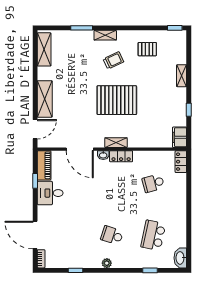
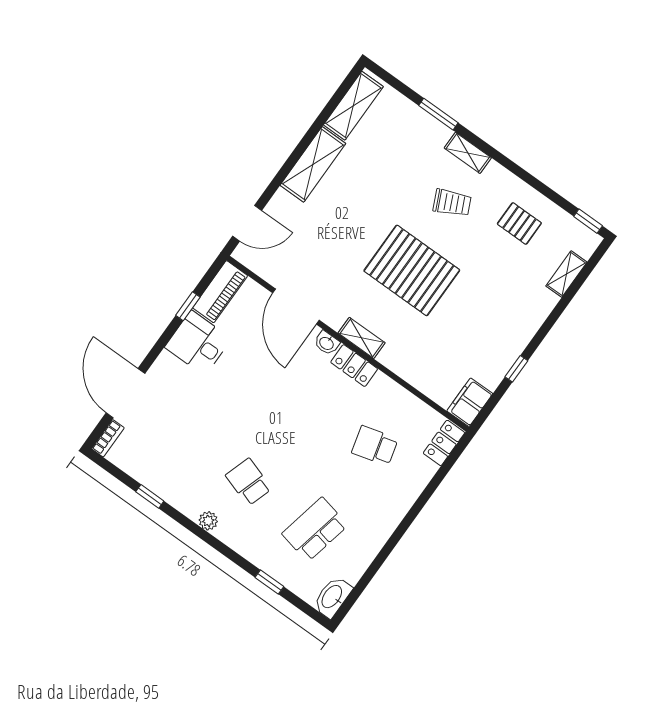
shelving: (182, 76) -> (566, 274), moved
shelving: (45, 99) -> (313, 164), moved

